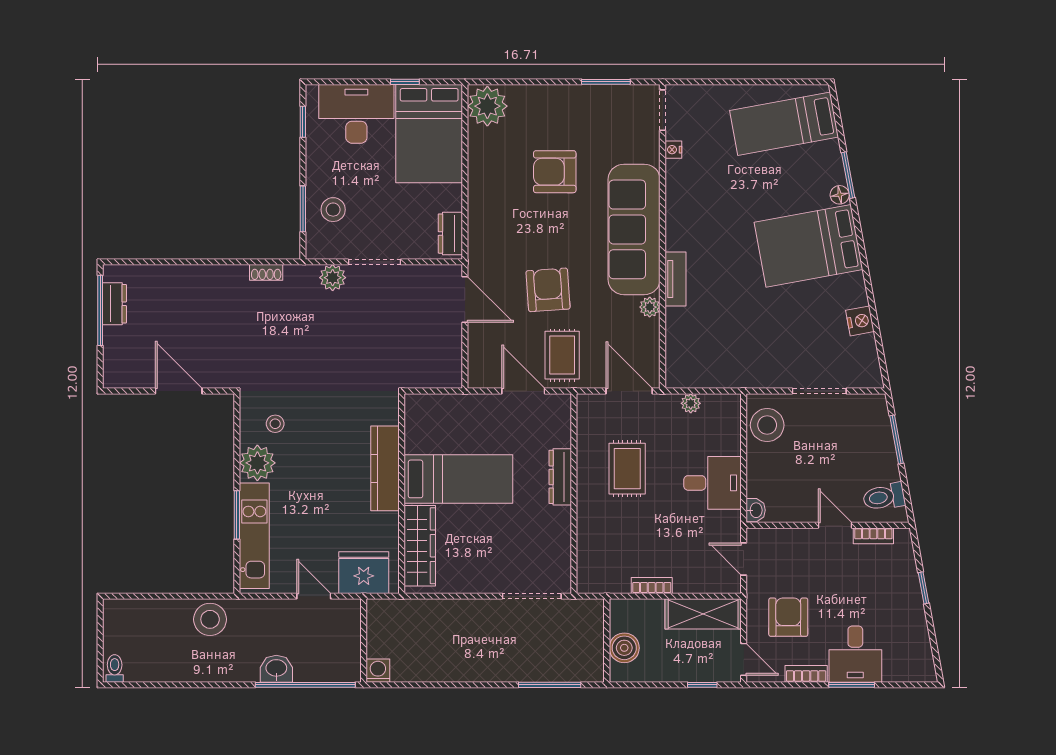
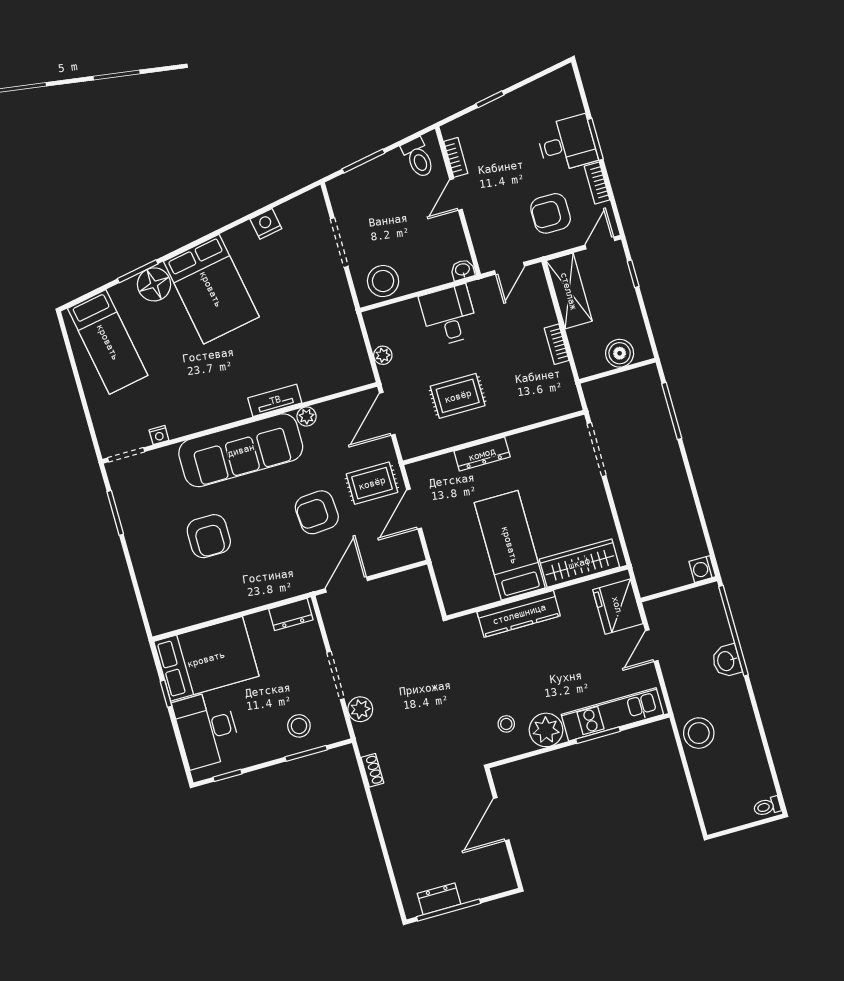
plant: (487, 106) -> (167, 613), removed
floor lamp: (840, 195) -> (154, 284), width x1.89, depth x1.89

